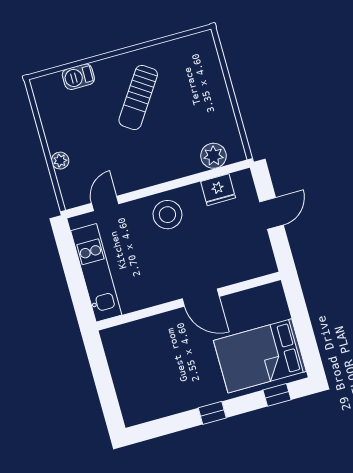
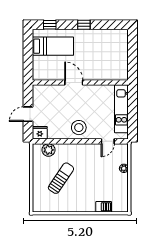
sun lounger: (138, 97) -> (61, 178), moved
fridge: (218, 190) -> (40, 133), moved
bed: (260, 356) -> (53, 46), width x0.67

